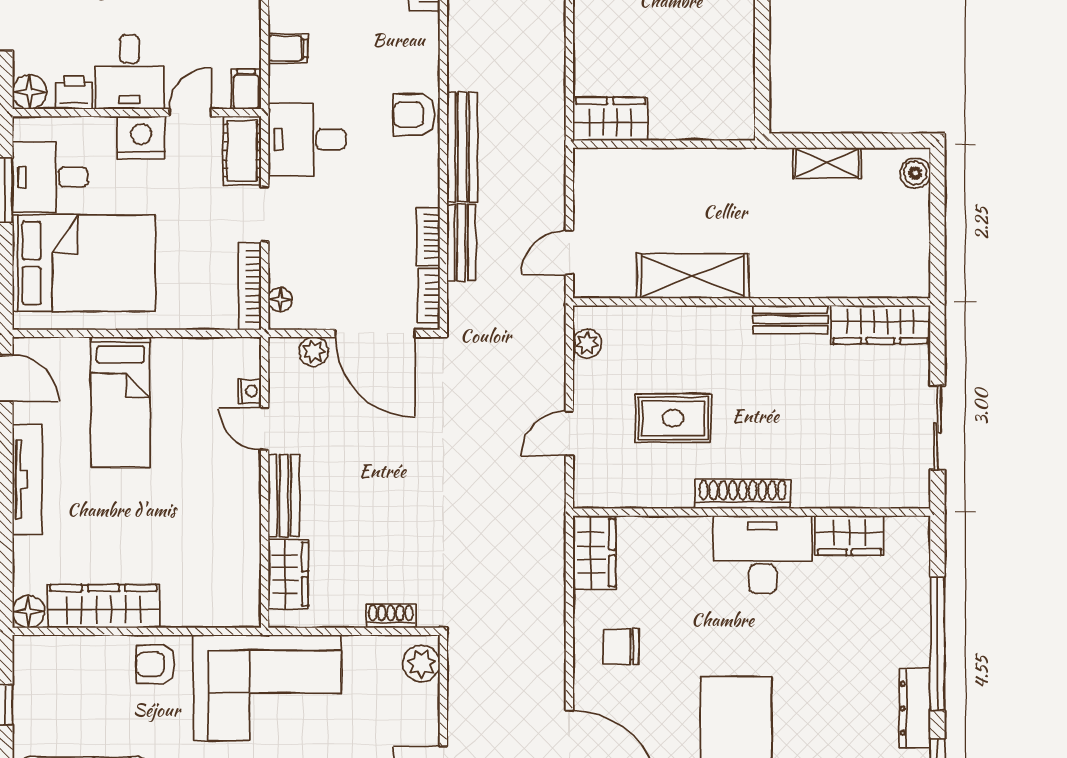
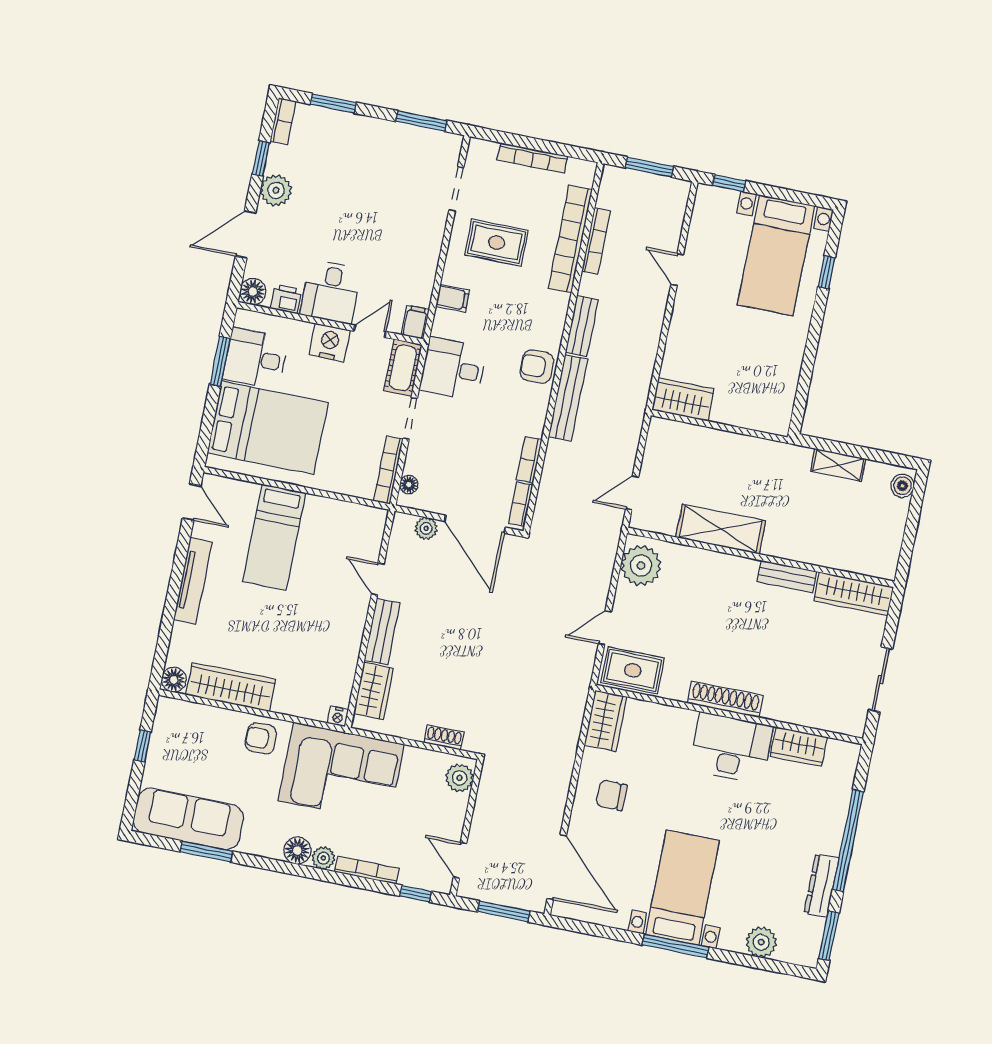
bench: (461, 243) -> (582, 326), moved
plant: (587, 343) -> (641, 566), width x1.88, depth x1.88
nightstand: (250, 391) -> (338, 716), moved, turned 90
rug: (673, 418) -> (633, 670), moved

